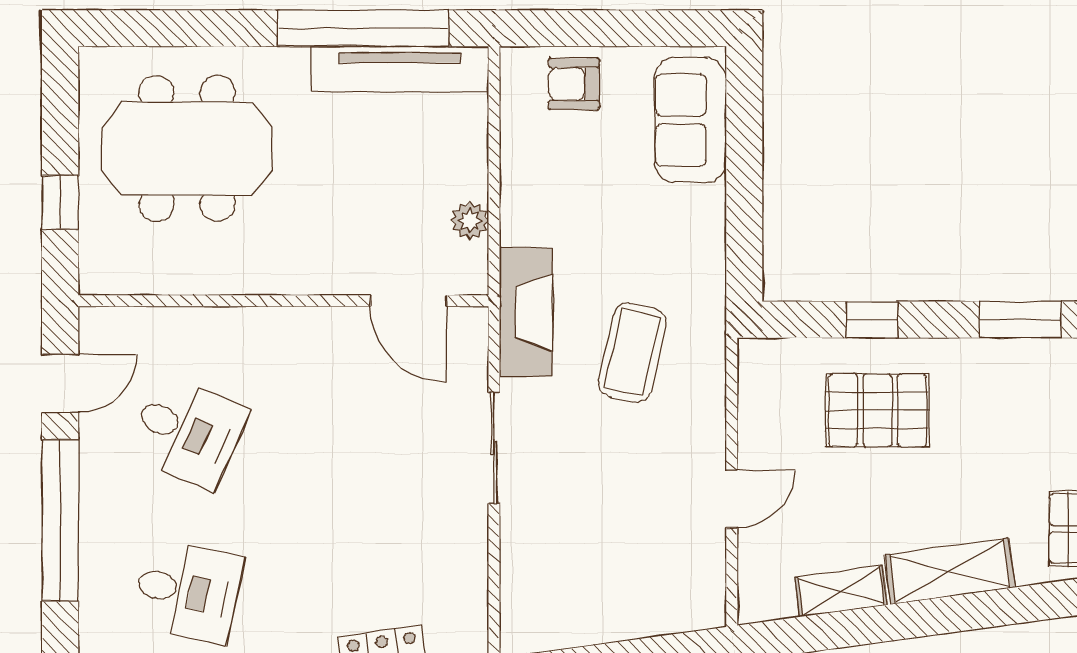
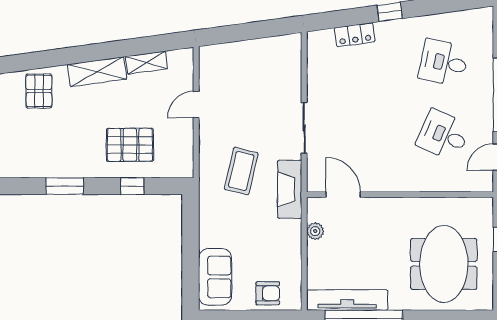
meeting table: (187, 148) -> (444, 264), turned 90

